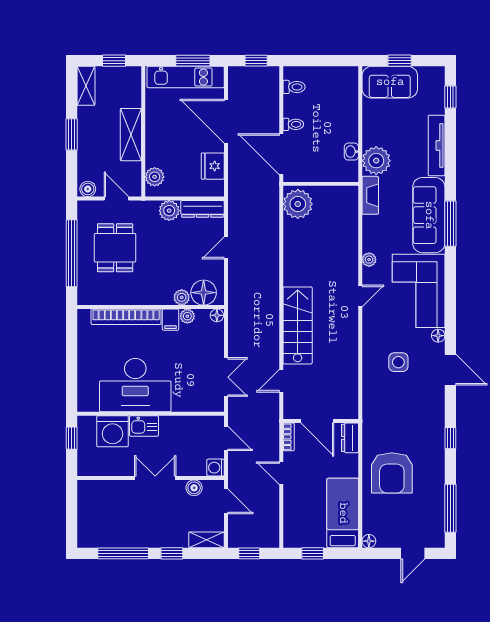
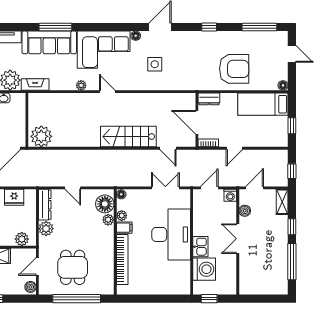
dining table: (115, 248) -> (73, 267), turned 90
desk: (135, 385) -> (171, 234), moved
door: (317, 421) -> (197, 122), swing flipped

